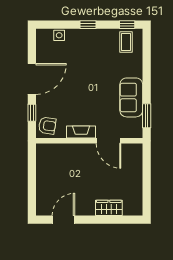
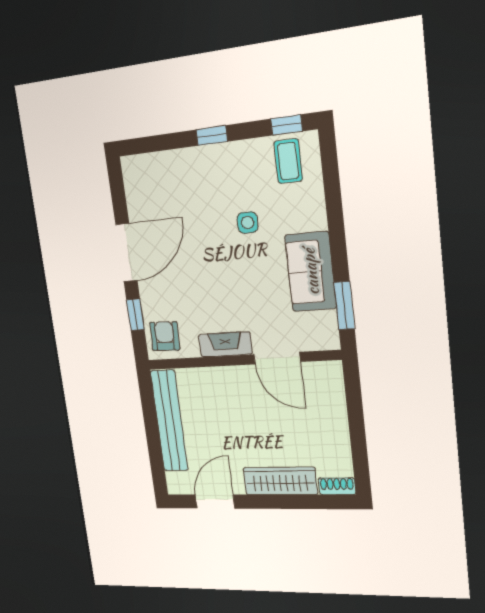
side table: (59, 35) -> (248, 223), moved
armchair: (47, 126) -> (165, 336), turned -97
bench: (43, 173) -> (169, 421), added
wardrobe: (109, 208) -> (280, 481), width x1.50
shoe rack: (133, 211) -> (337, 486), added

